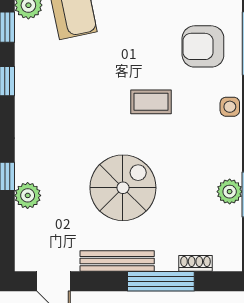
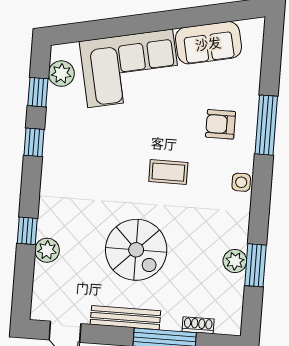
armchair: (203, 46) -> (221, 124), width x0.72, depth x0.72
spiral stairs: (123, 188) -> (136, 250), turned 90

